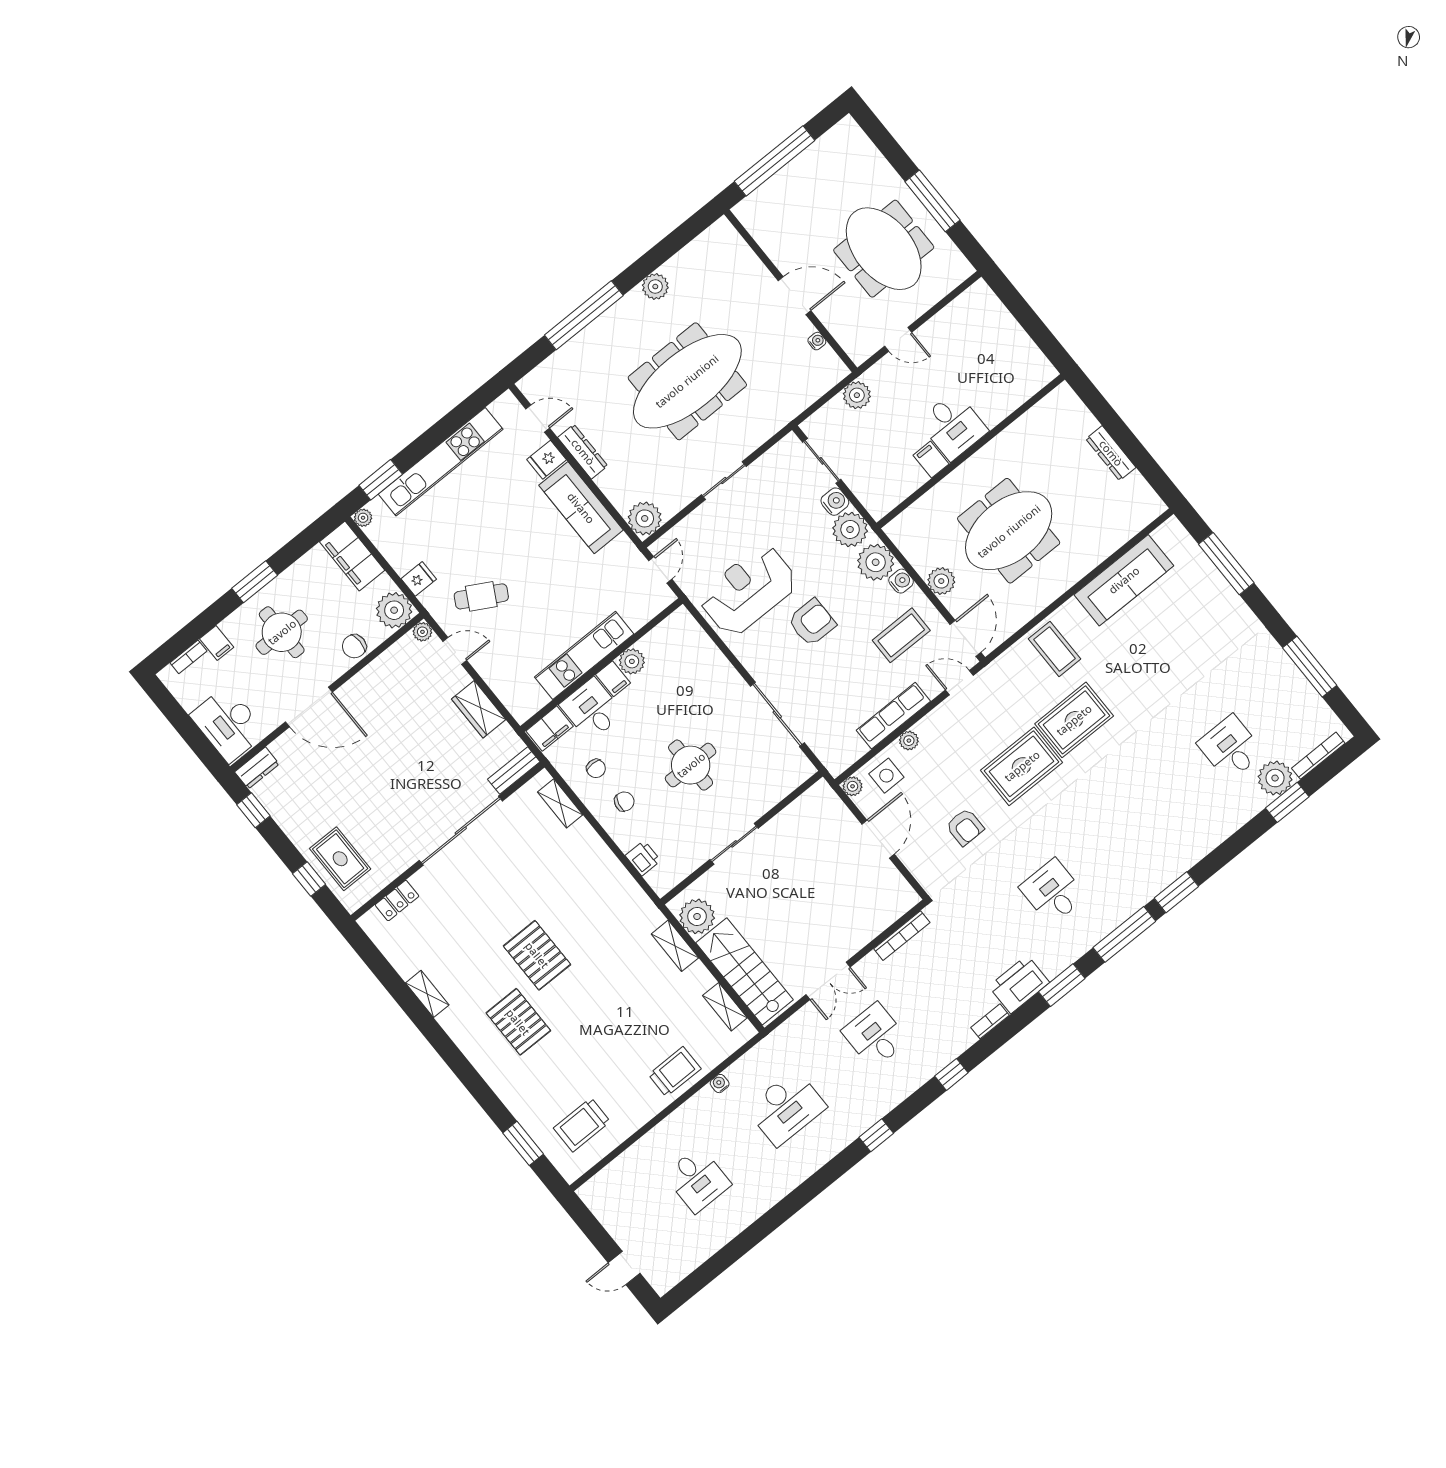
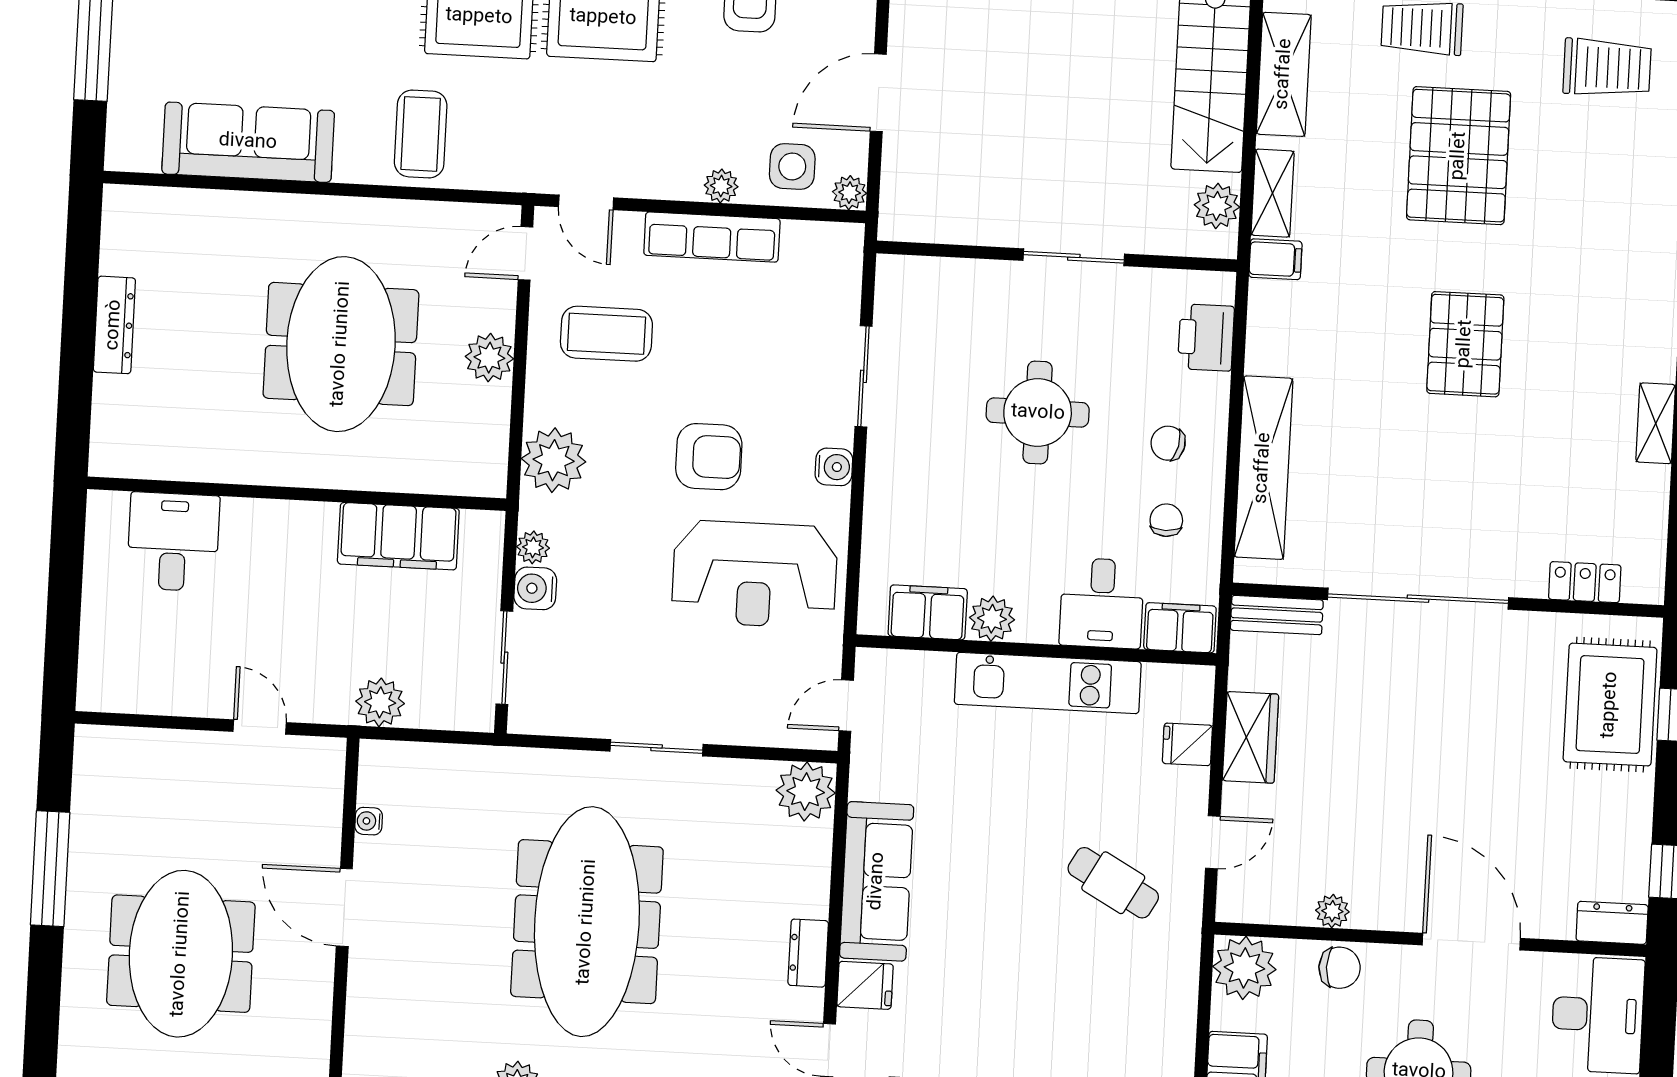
meeting table: (884, 249) -> (181, 954), moved
meeting table: (687, 381) -> (587, 922), turned 90
desk: (953, 426) -> (173, 542), moved
dresser: (583, 452) -> (808, 953), width x0.70
filing cabinet: (931, 460) -> (398, 536), width x3.00, depth x1.17
plant: (850, 529) -> (533, 547), width x0.53, depth x0.53
meeting table: (1009, 531) -> (341, 344), turned 90
fridge: (419, 579) -> (1187, 744), moved
water cooler: (901, 581) -> (834, 467), moved, turned 180
armchair: (812, 622) -> (709, 457), turned 180
plant: (422, 632) -> (1332, 911), moved
door: (965, 638) -> (526, 253), width x0.73
door: (455, 651) -> (1213, 842), swing flipped
filing cabinet: (613, 679) -> (928, 612), moved, width x2.00
sliding door: (777, 714) -> (863, 376), width x0.73
shelving: (560, 803) -> (1263, 468), width x2.20, depth x1.33
printer: (643, 858) -> (1206, 337), width x1.36, depth x1.24
rug: (340, 859) -> (1610, 705), width x1.36, depth x1.43
plant: (697, 916) -> (1217, 206), width x0.73, depth x0.73
filing cabinet: (649, 919) -> (1275, 259), added
shelving: (725, 1007) -> (1284, 74), width x1.50, depth x1.33
pallet: (518, 1022) -> (1459, 156), moved, width x1.37, depth x1.41

